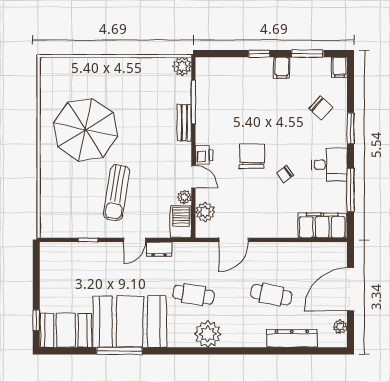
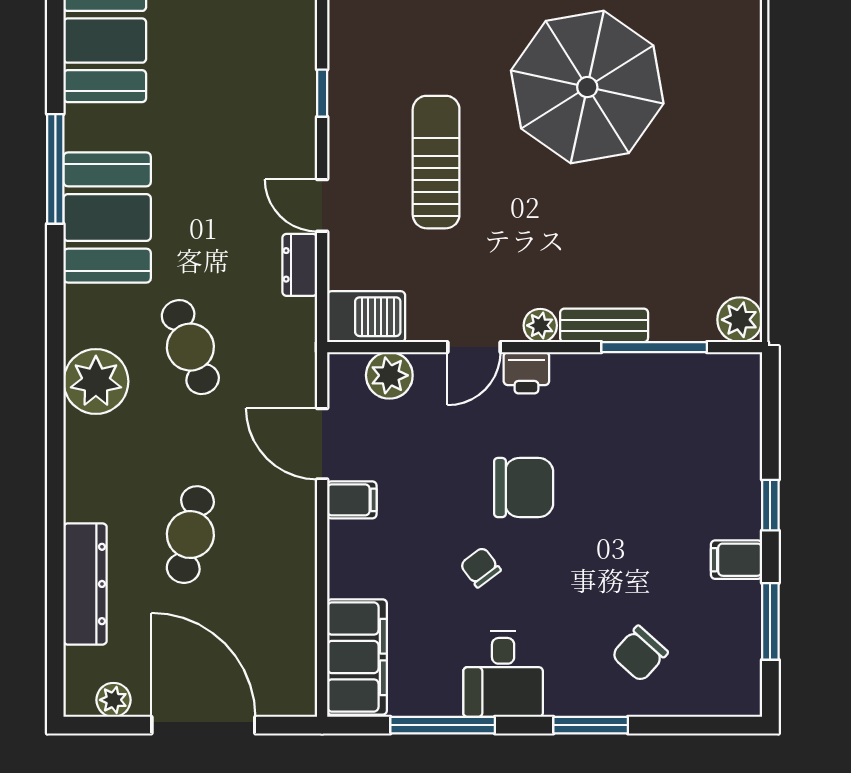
filing cabinet: (339, 67) -> (352, 500), moved, turned 180
sun lounger: (117, 193) -> (436, 162), turned 81
plant: (184, 197) -> (540, 325), moved
cafe table: (193, 295) -> (190, 347), turned -30
booth: (130, 322) -> (107, 217), width x0.73, depth x0.70

